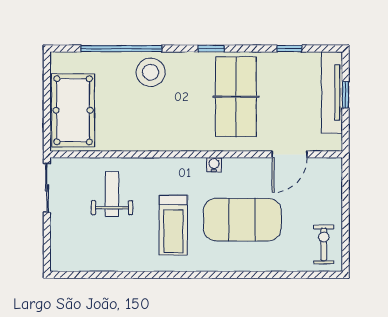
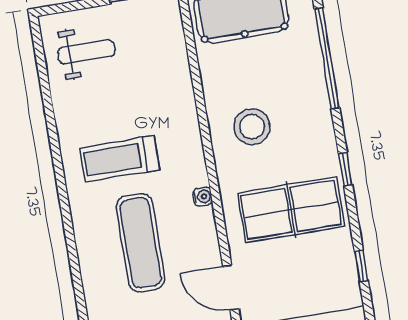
stool: (151, 72) -> (252, 127), moved
weight bench: (112, 194) -> (86, 52), moved
exercise mat: (242, 220) -> (141, 243), width x0.68

